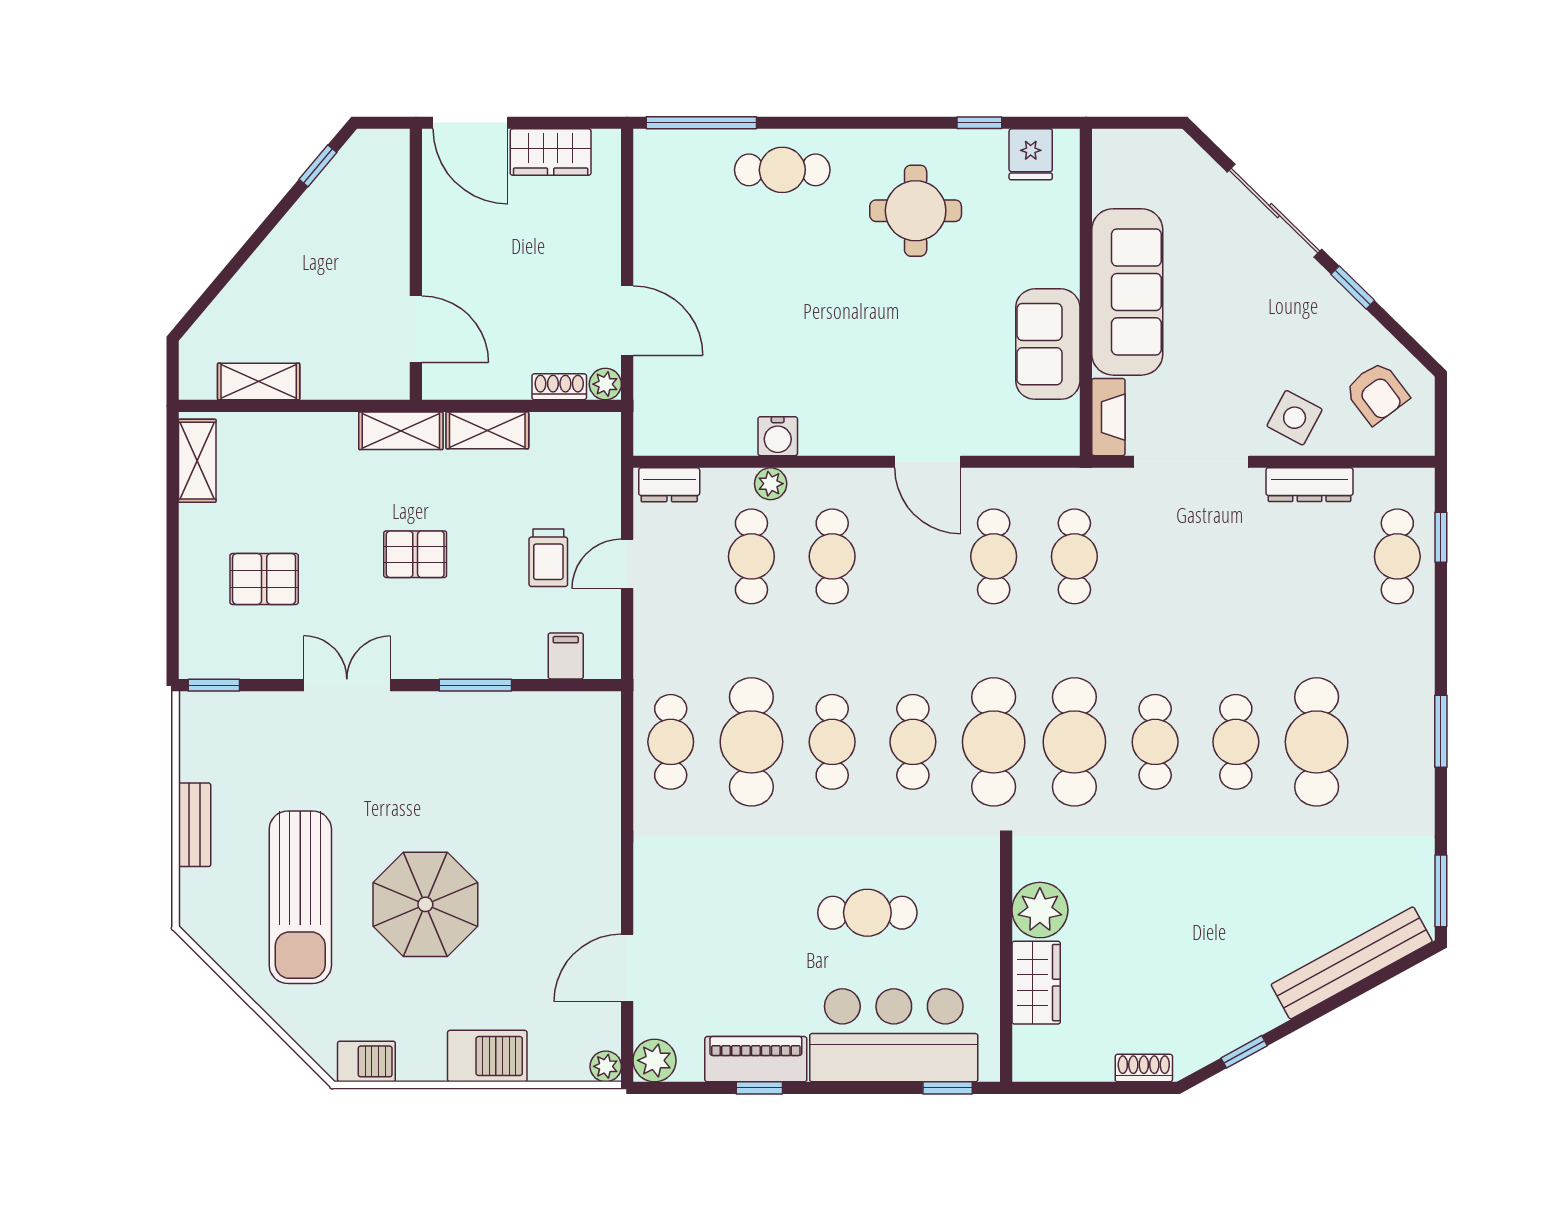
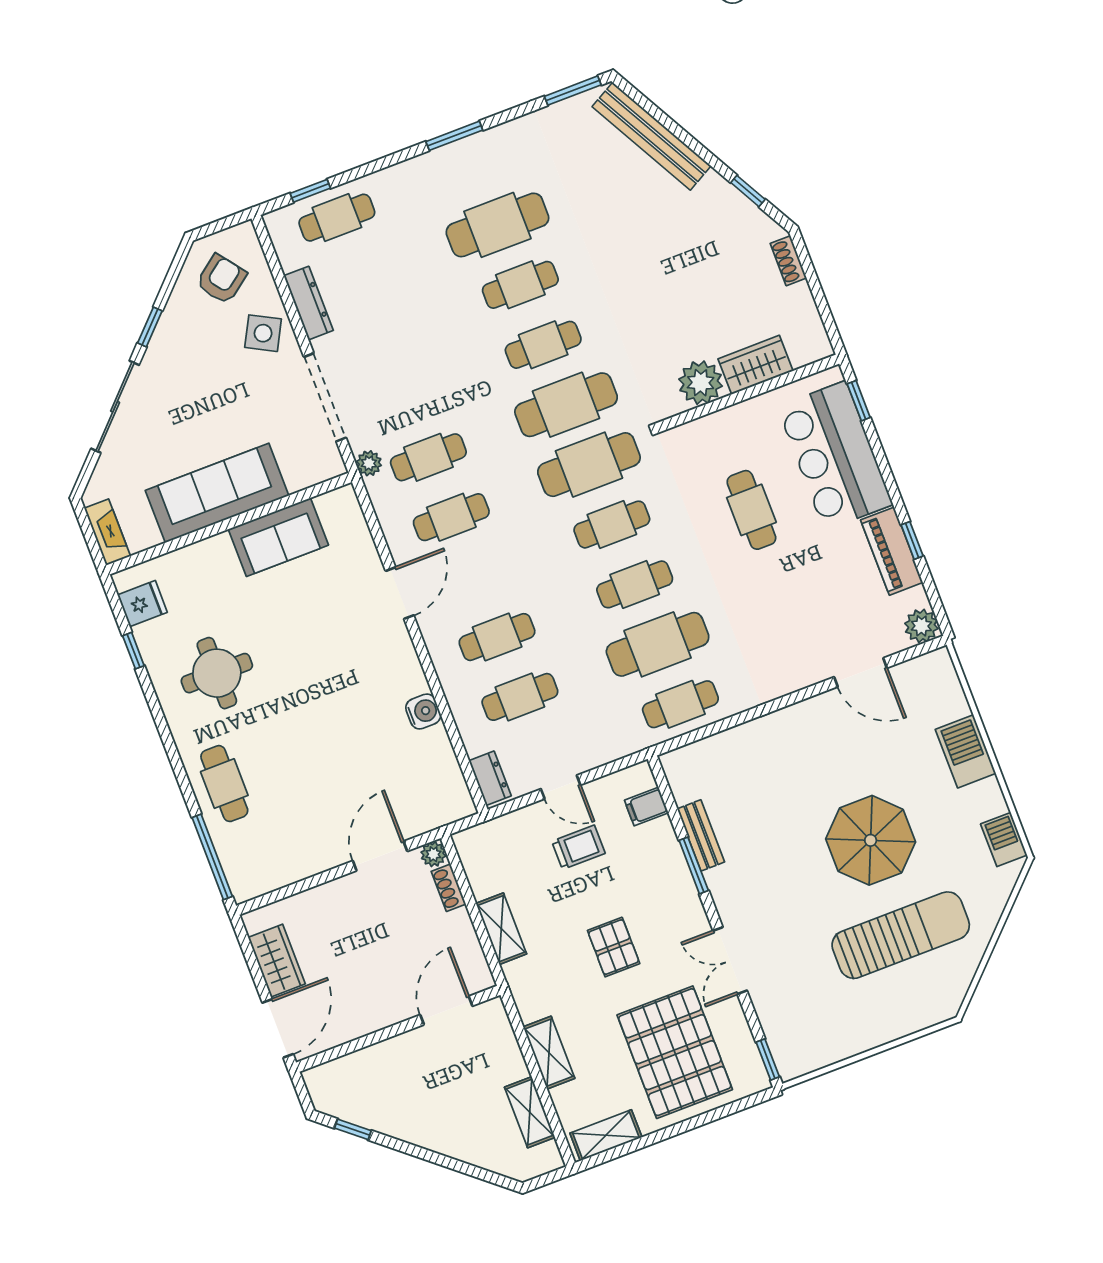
fireplace: (1108, 417) -> (107, 532), moved, turned 90
shelving: (401, 431) -> (549, 1053), moved
plant: (771, 484) -> (369, 463), moved
pallet: (264, 579) -> (675, 1052), width x2.05, depth x2.00
bench: (195, 825) -> (701, 835), moved, turned 90
plant: (606, 1066) -> (940, 661), removed

